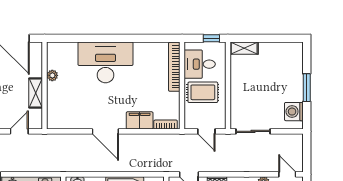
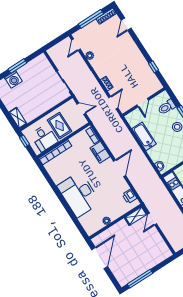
shelving: (36, 93) -> (136, 216), moved
washing machine: (294, 112) -> (13, 79), moved
printer: (64, 122) -> (129, 196), added
door: (19, 131) -> (152, 219), hinge flipped
door: (206, 131) -> (81, 109), hinge flipped

